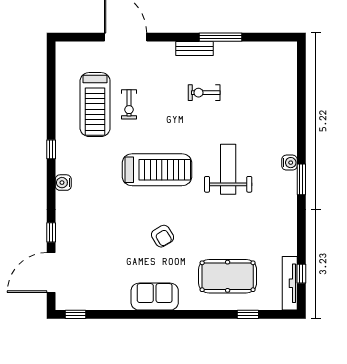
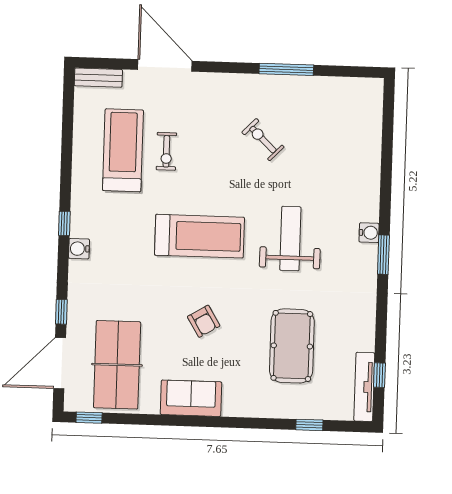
bench: (194, 48) -> (98, 78), moved
exercise bike: (204, 93) -> (263, 140), turned 44
treadmill: (95, 105) -> (123, 150), turned 180
window: (51, 149) -> (64, 223), moved
table tennis table: (96, 272) -> (117, 365), added
pool table: (228, 276) -> (292, 346), moved, turned 90

